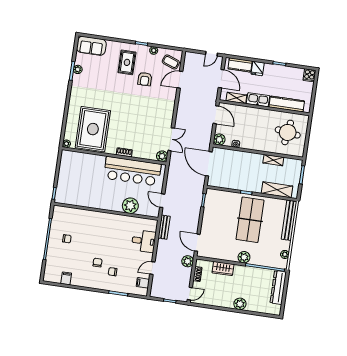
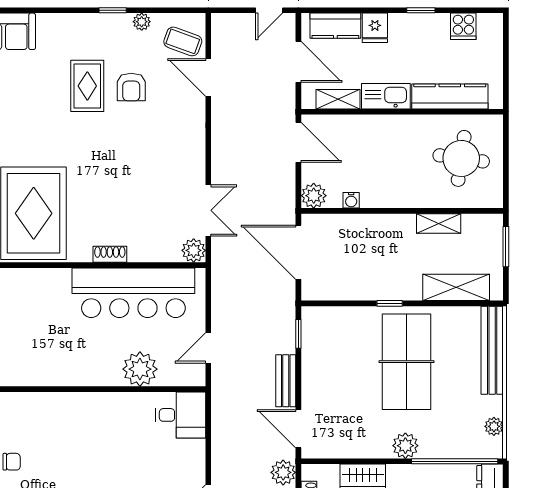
rug: (127, 62) -> (87, 86), moved
cooker: (309, 75) -> (463, 26), moved
door: (180, 80) -> (208, 77), hinge flipped
door: (162, 201) -> (208, 348), hinge flipped
bench: (164, 227) -> (286, 381), moved
desk: (144, 241) -> (181, 415), moved

